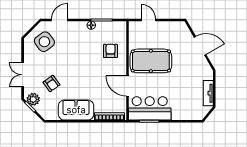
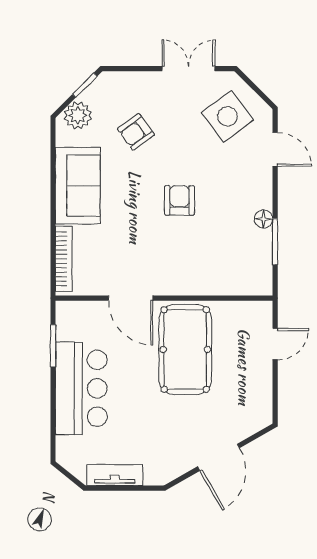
armchair: (111, 51) -> (179, 200), moved, turned -90
double door: (23, 75) -> (188, 69), moved
door: (127, 86) -> (131, 298), swing flipped
plant: (33, 99) -> (78, 115), moved
bar counter: (150, 108) -> (81, 388), moved

